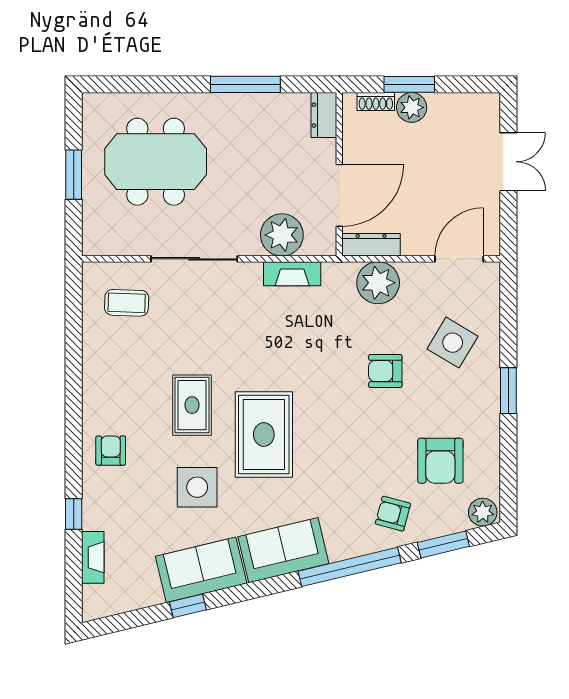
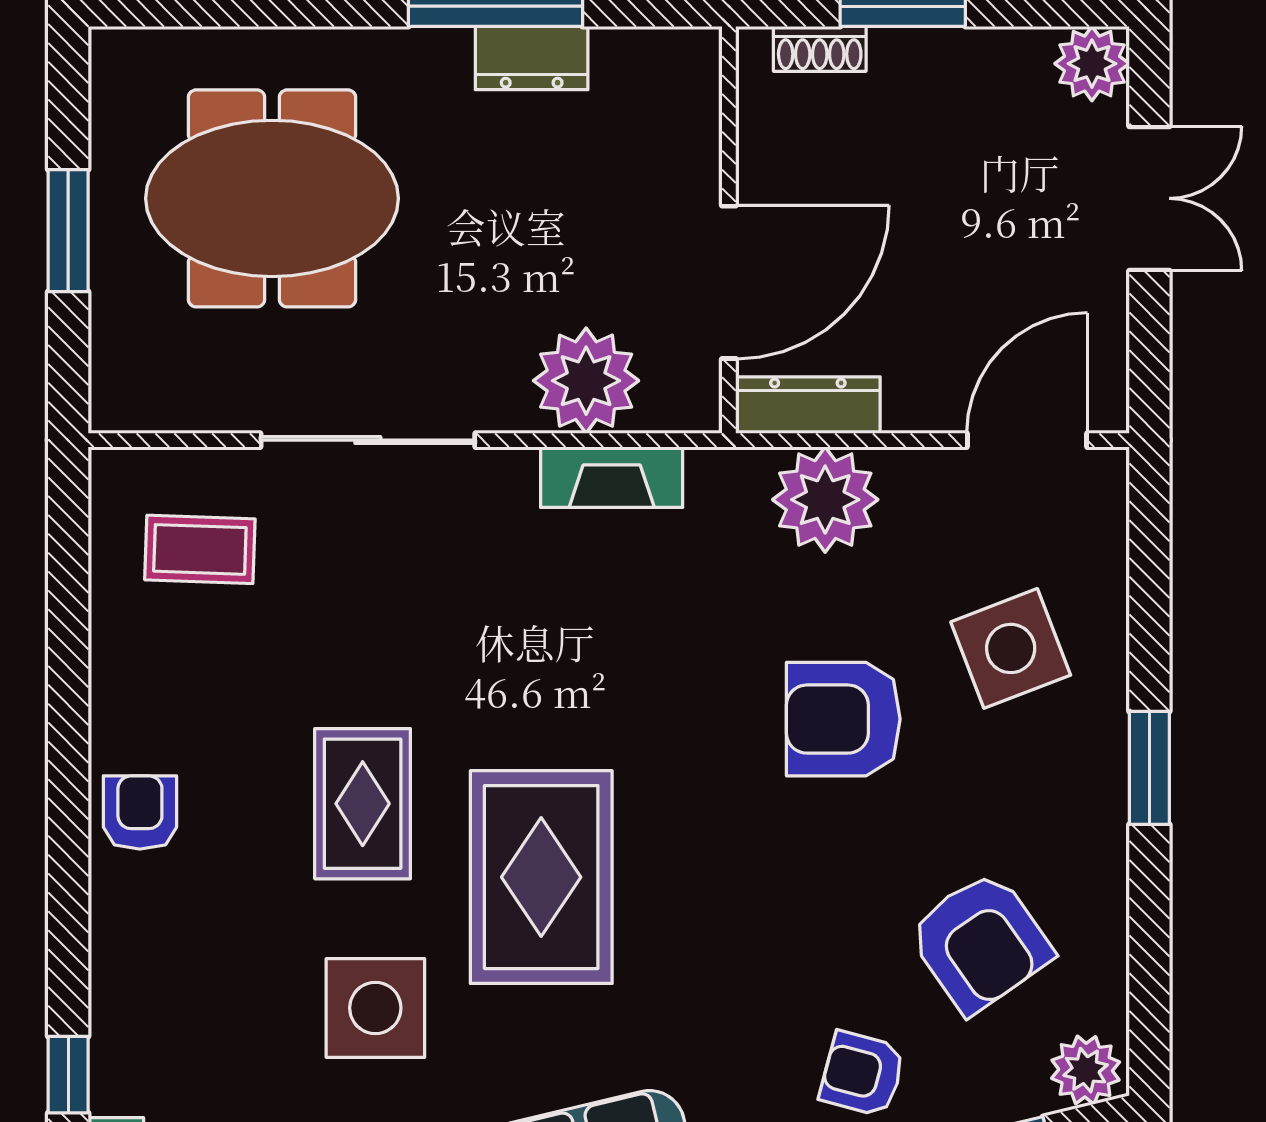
plant: (412, 107) -> (1092, 64), moved
dresser: (324, 115) -> (532, 58), moved, turned -90
side table: (453, 343) -> (1011, 648), turned 38
armchair: (385, 371) -> (843, 719), width x1.38, depth x1.38
armchair: (111, 451) -> (140, 813), moved
armchair: (440, 461) -> (980, 942), turned -35

